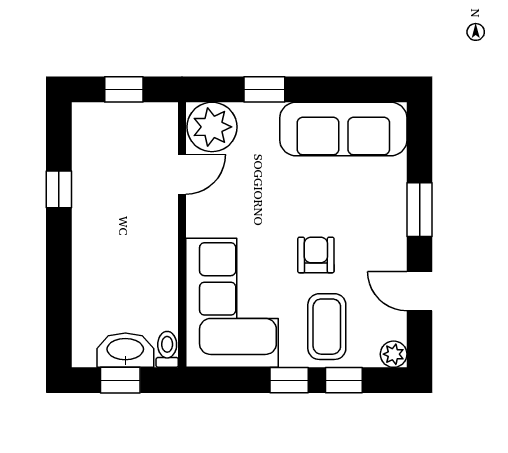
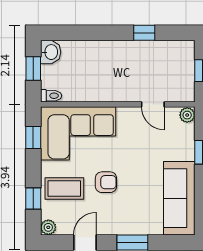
plant: (212, 127) -> (187, 115), width x0.53, depth x0.53
washbasin: (125, 350) -> (51, 52), moved, width x0.72
window: (289, 380) -> (33, 138), moved

